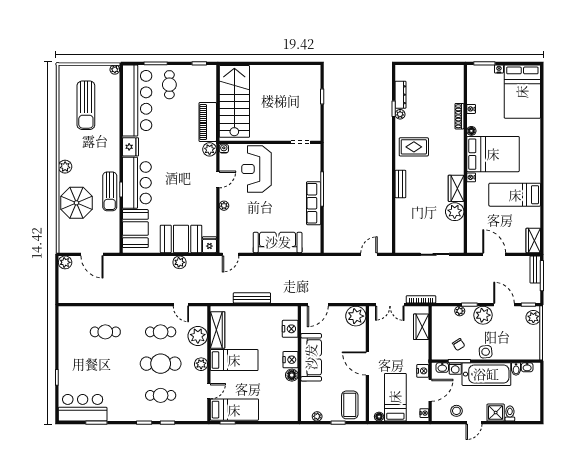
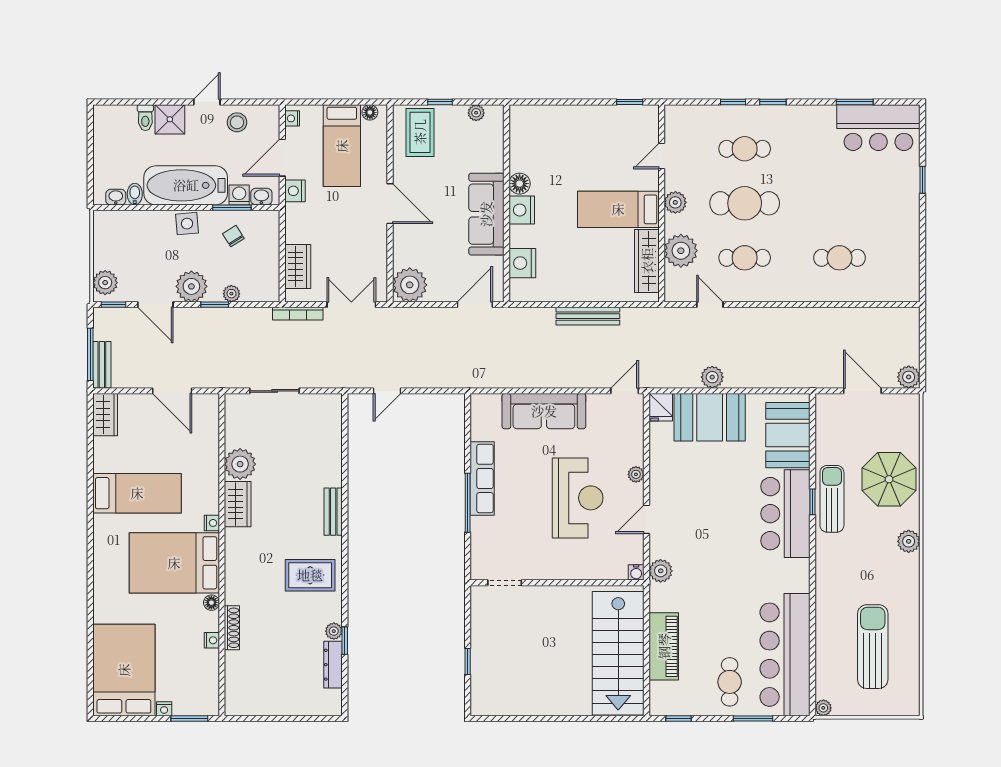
piano: (208, 122) -> (664, 646), moved
fridge: (130, 147) -> (796, 575), removed
reception desk: (256, 169) -> (578, 498), moved
bed: (234, 410) -> (618, 124), removed

